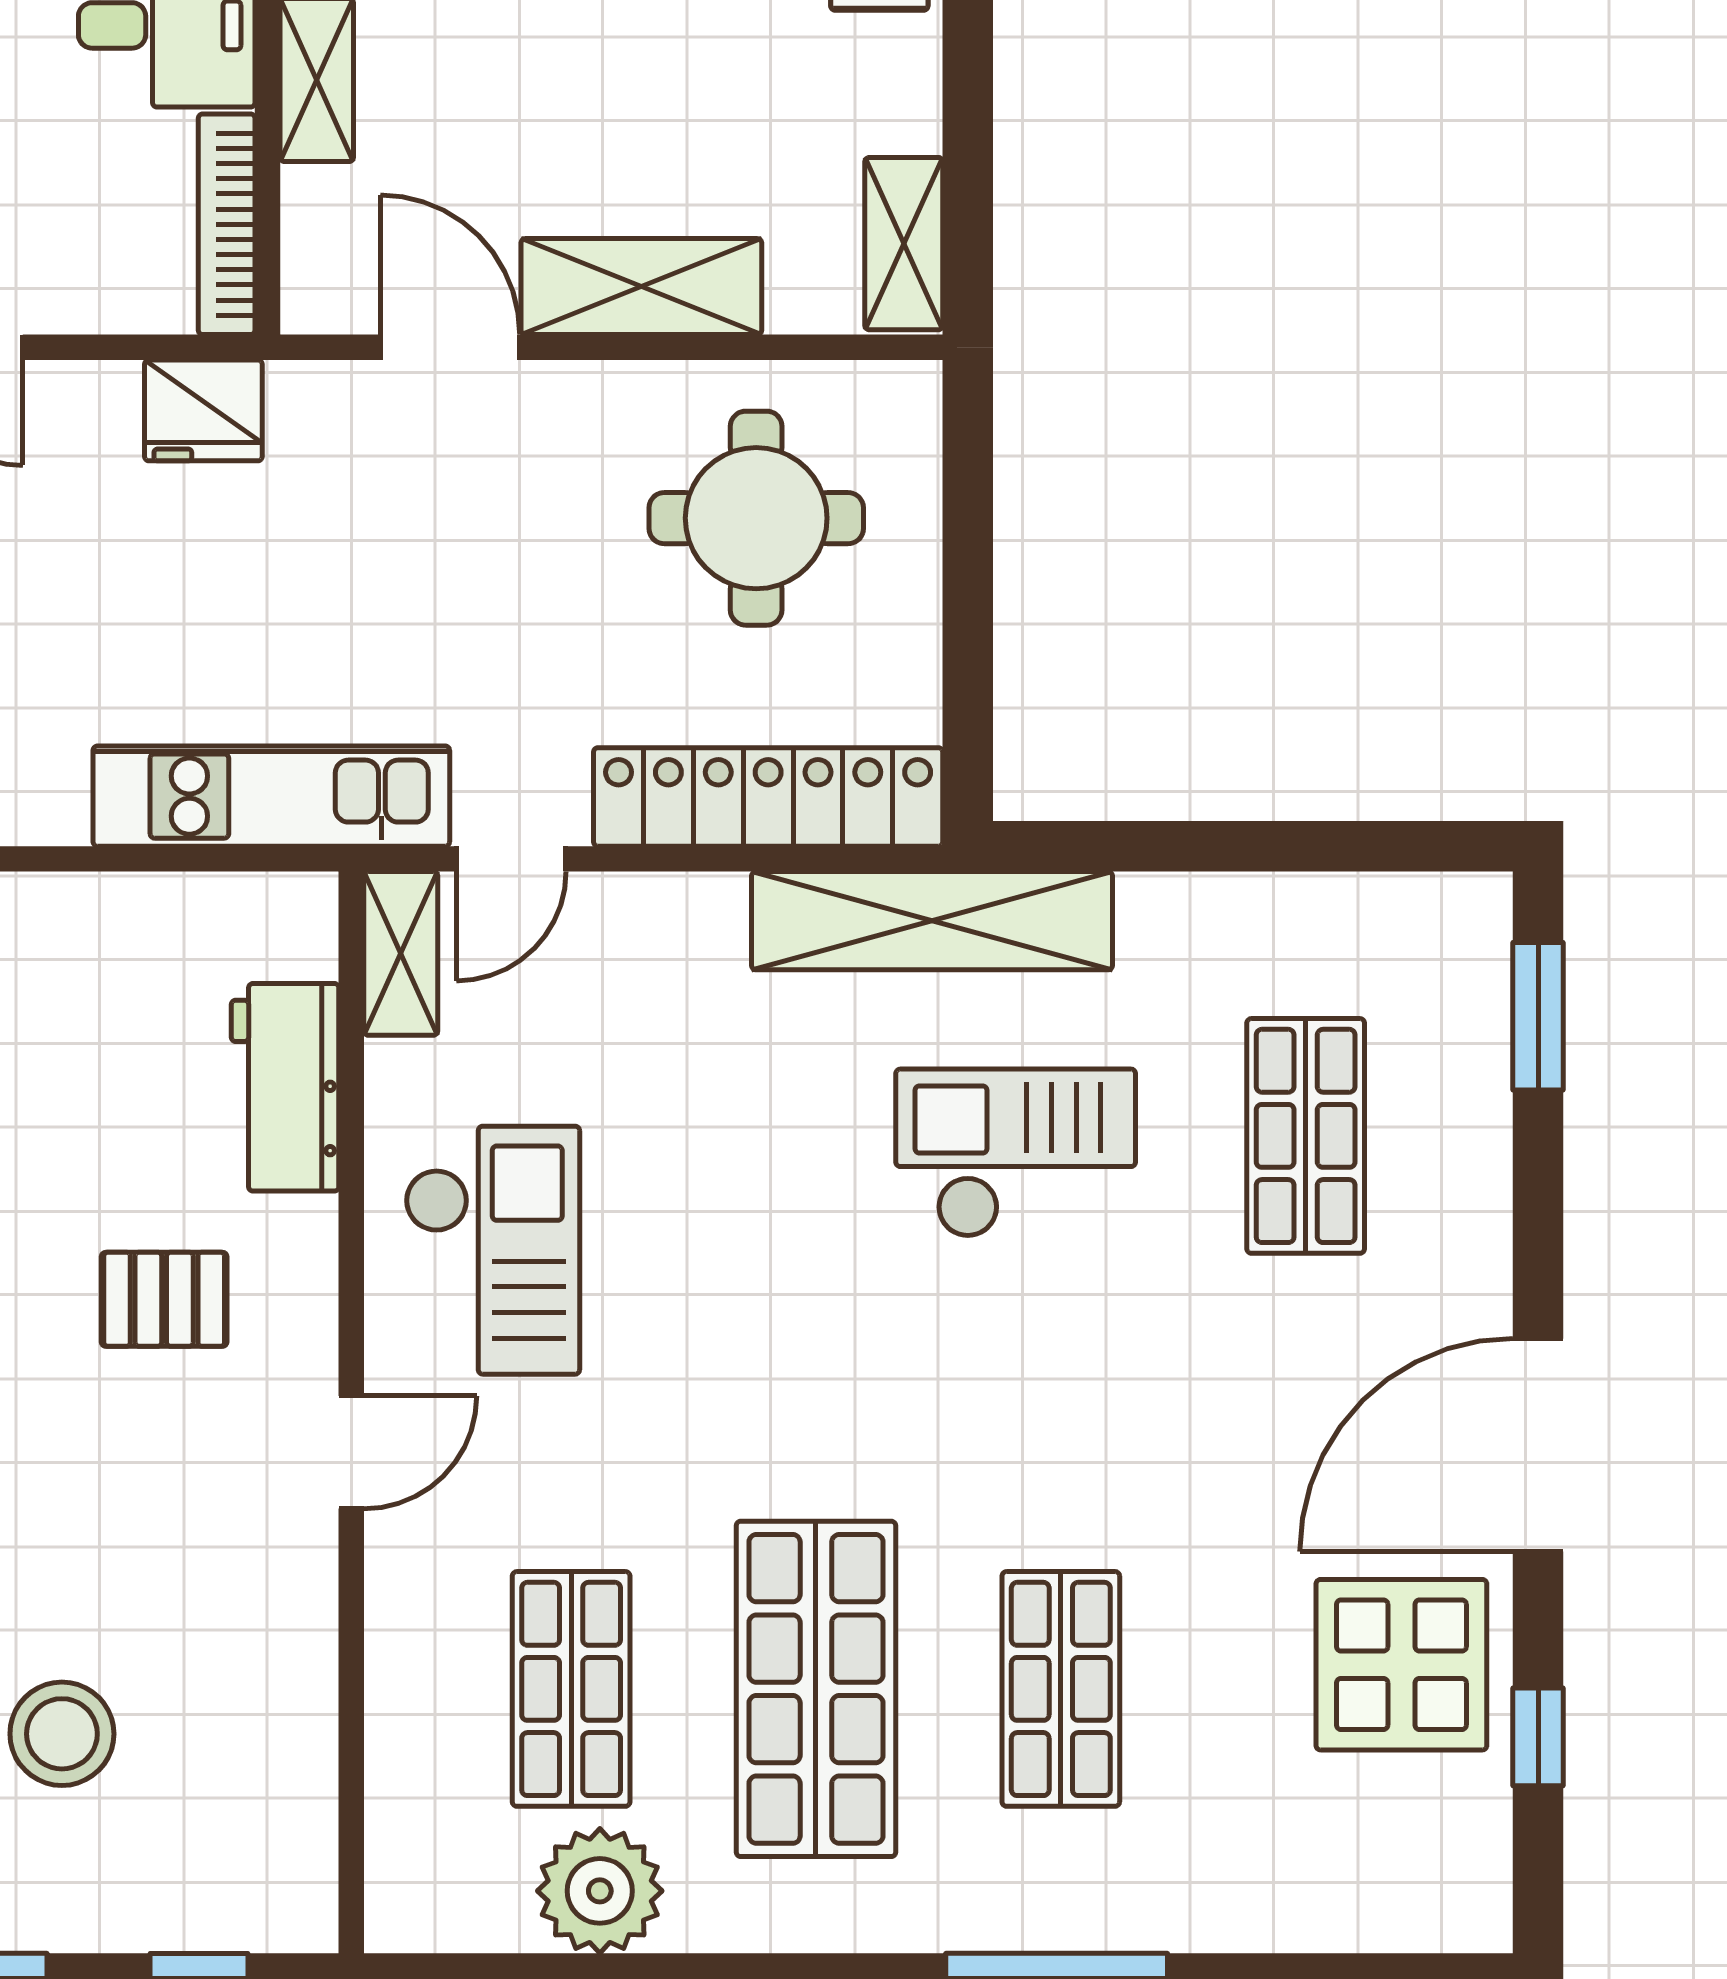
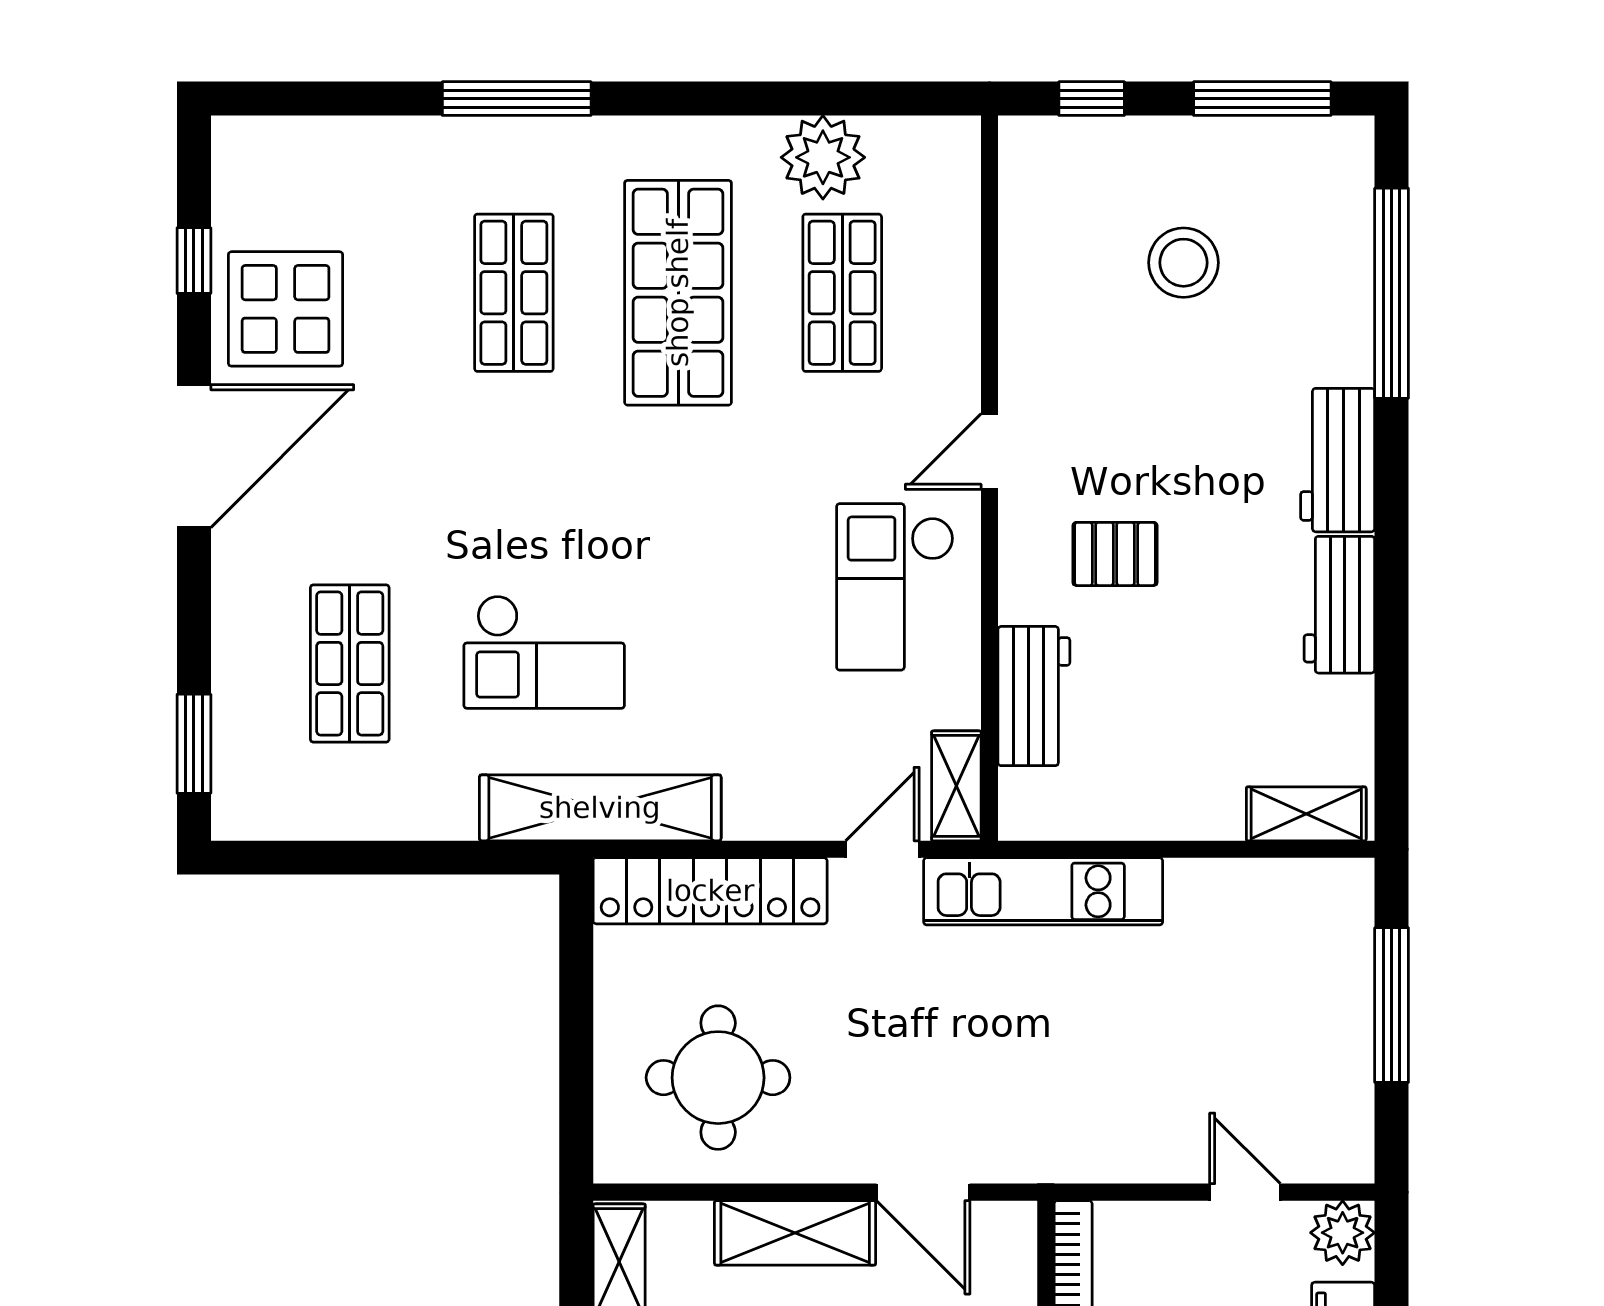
fridge: (203, 410) -> (1089, 1150), removed

